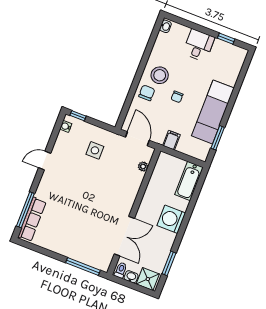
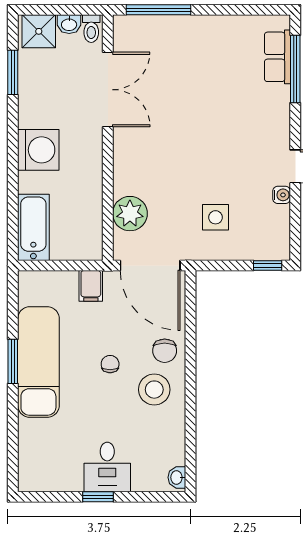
window: (226, 39) -> (98, 497), moved
water cooler: (66, 126) -> (282, 195), moved
window: (218, 138) -> (13, 361), moved
door: (137, 139) -> (150, 266), width x1.36
plant: (143, 167) -> (130, 214), width x1.88, depth x1.88
row of seats: (32, 219) -> (277, 57), width x0.68
double door: (124, 236) -> (108, 90), swing flipped

